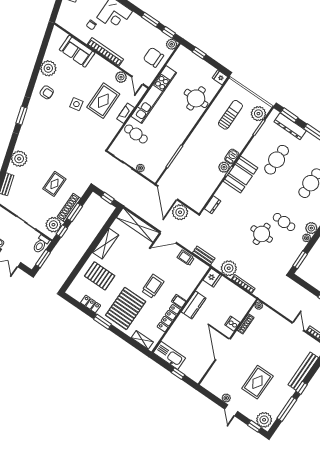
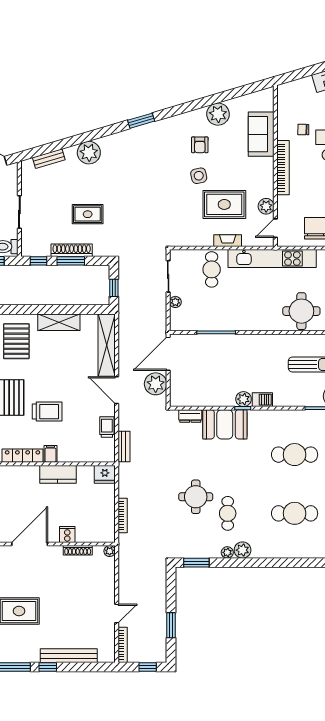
armchair: (47, 92) -> (200, 145), moved
booth: (241, 175) -> (225, 424), moved
plant: (53, 225) -> (39, 246), removed
plant: (229, 268) -> (129, 486), removed

